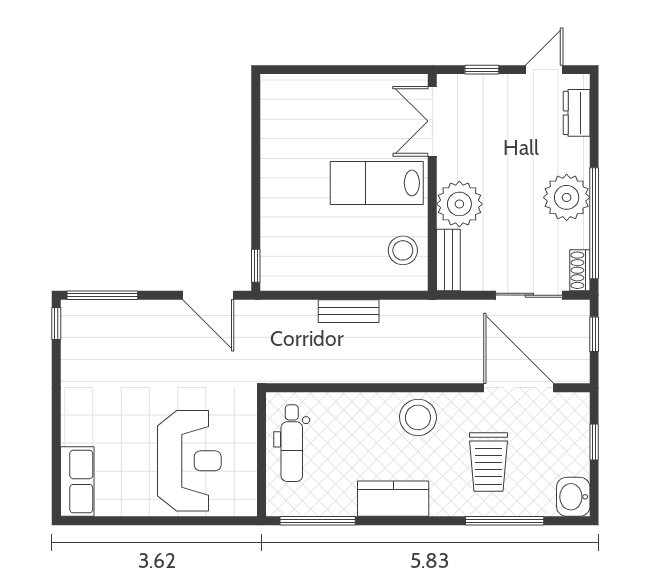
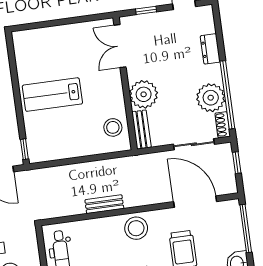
dresser: (577, 113) -> (210, 49), moved
lab bench: (377, 183) -> (52, 95), moved
plant: (567, 197) -> (211, 98), moved
bench: (349, 311) -> (104, 204), moved
window: (594, 442) -> (246, 228), width x2.17

